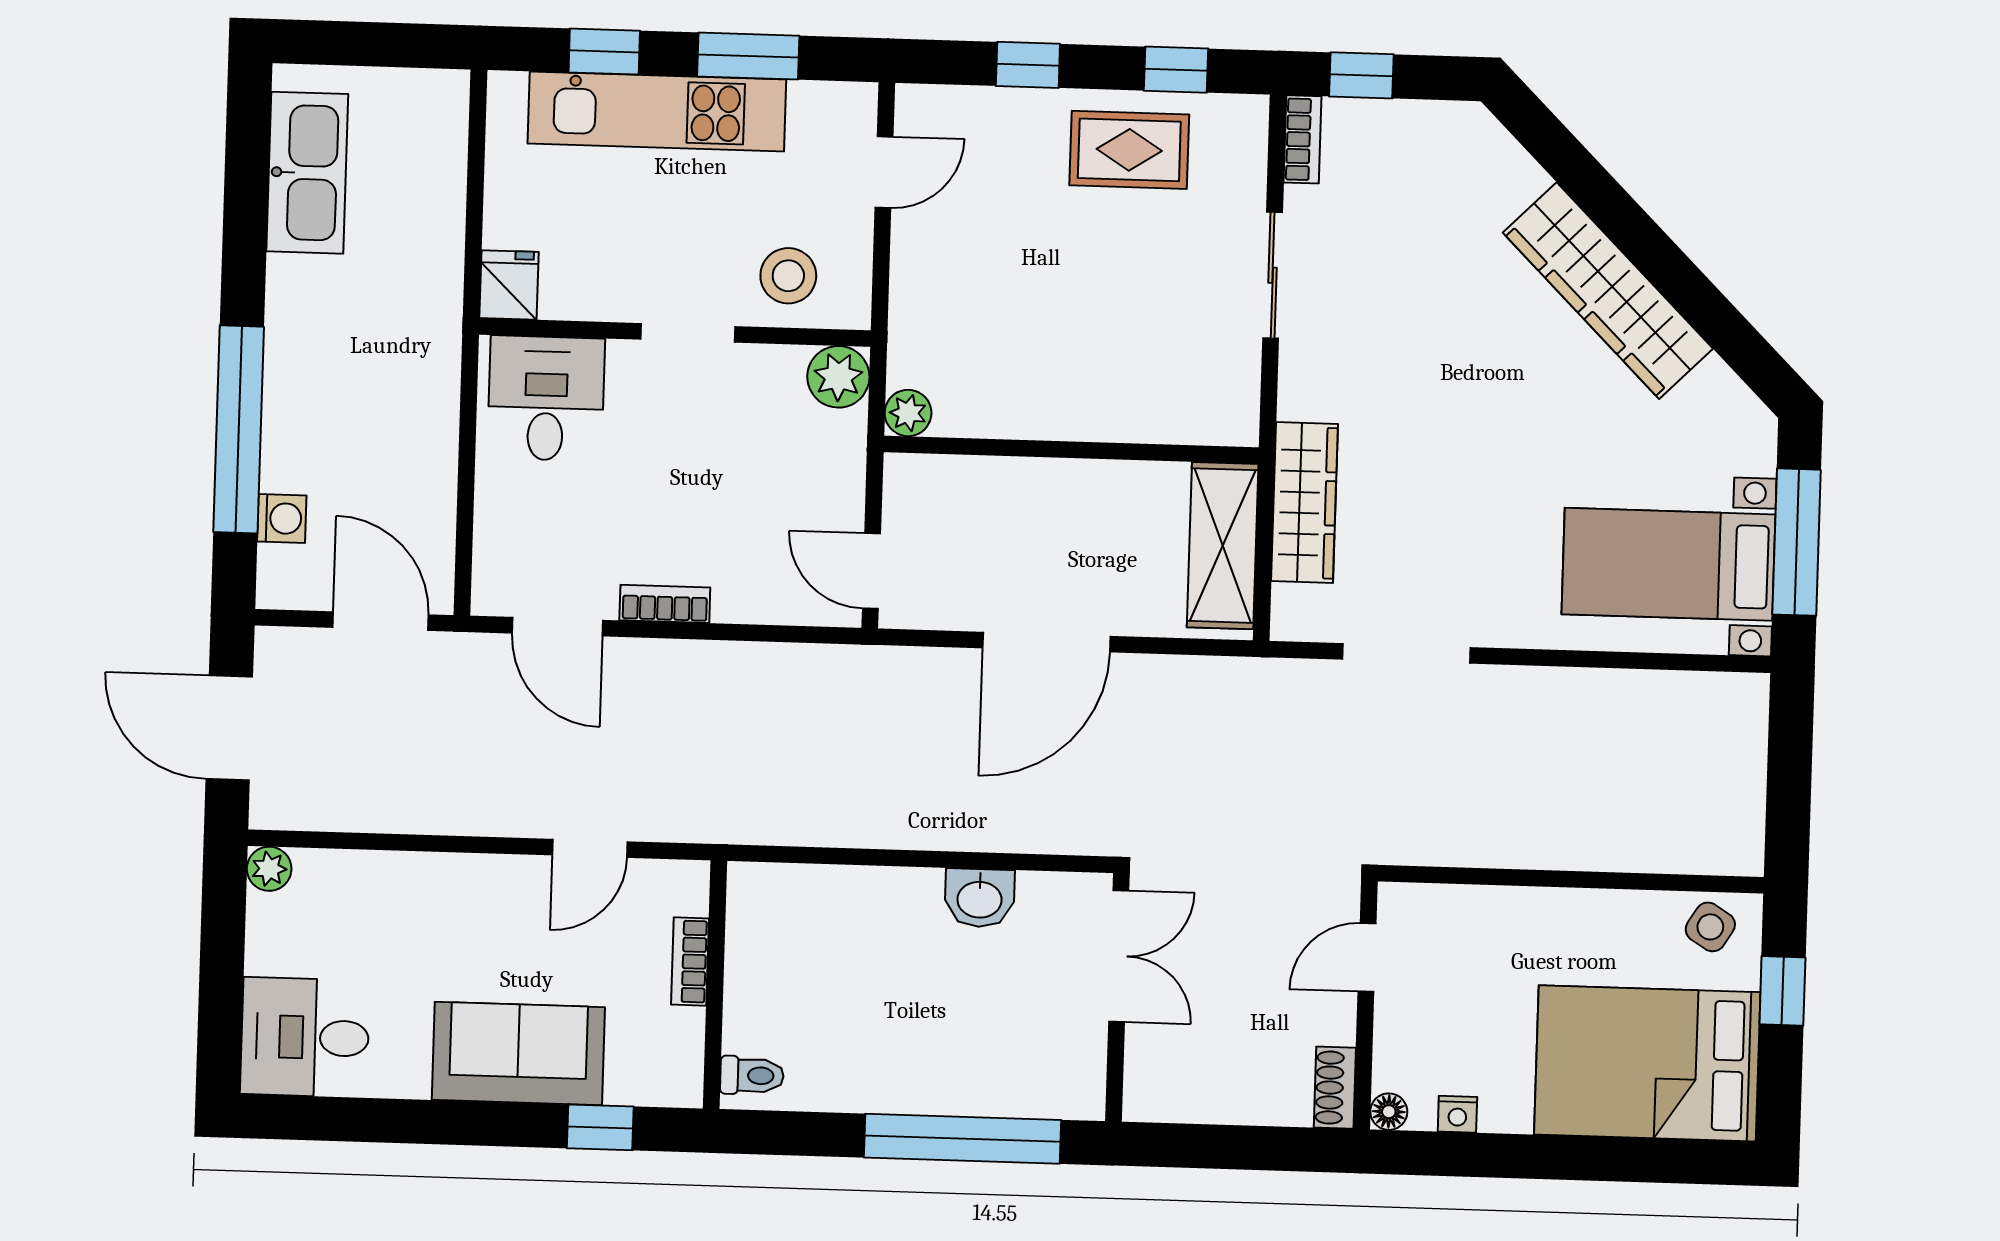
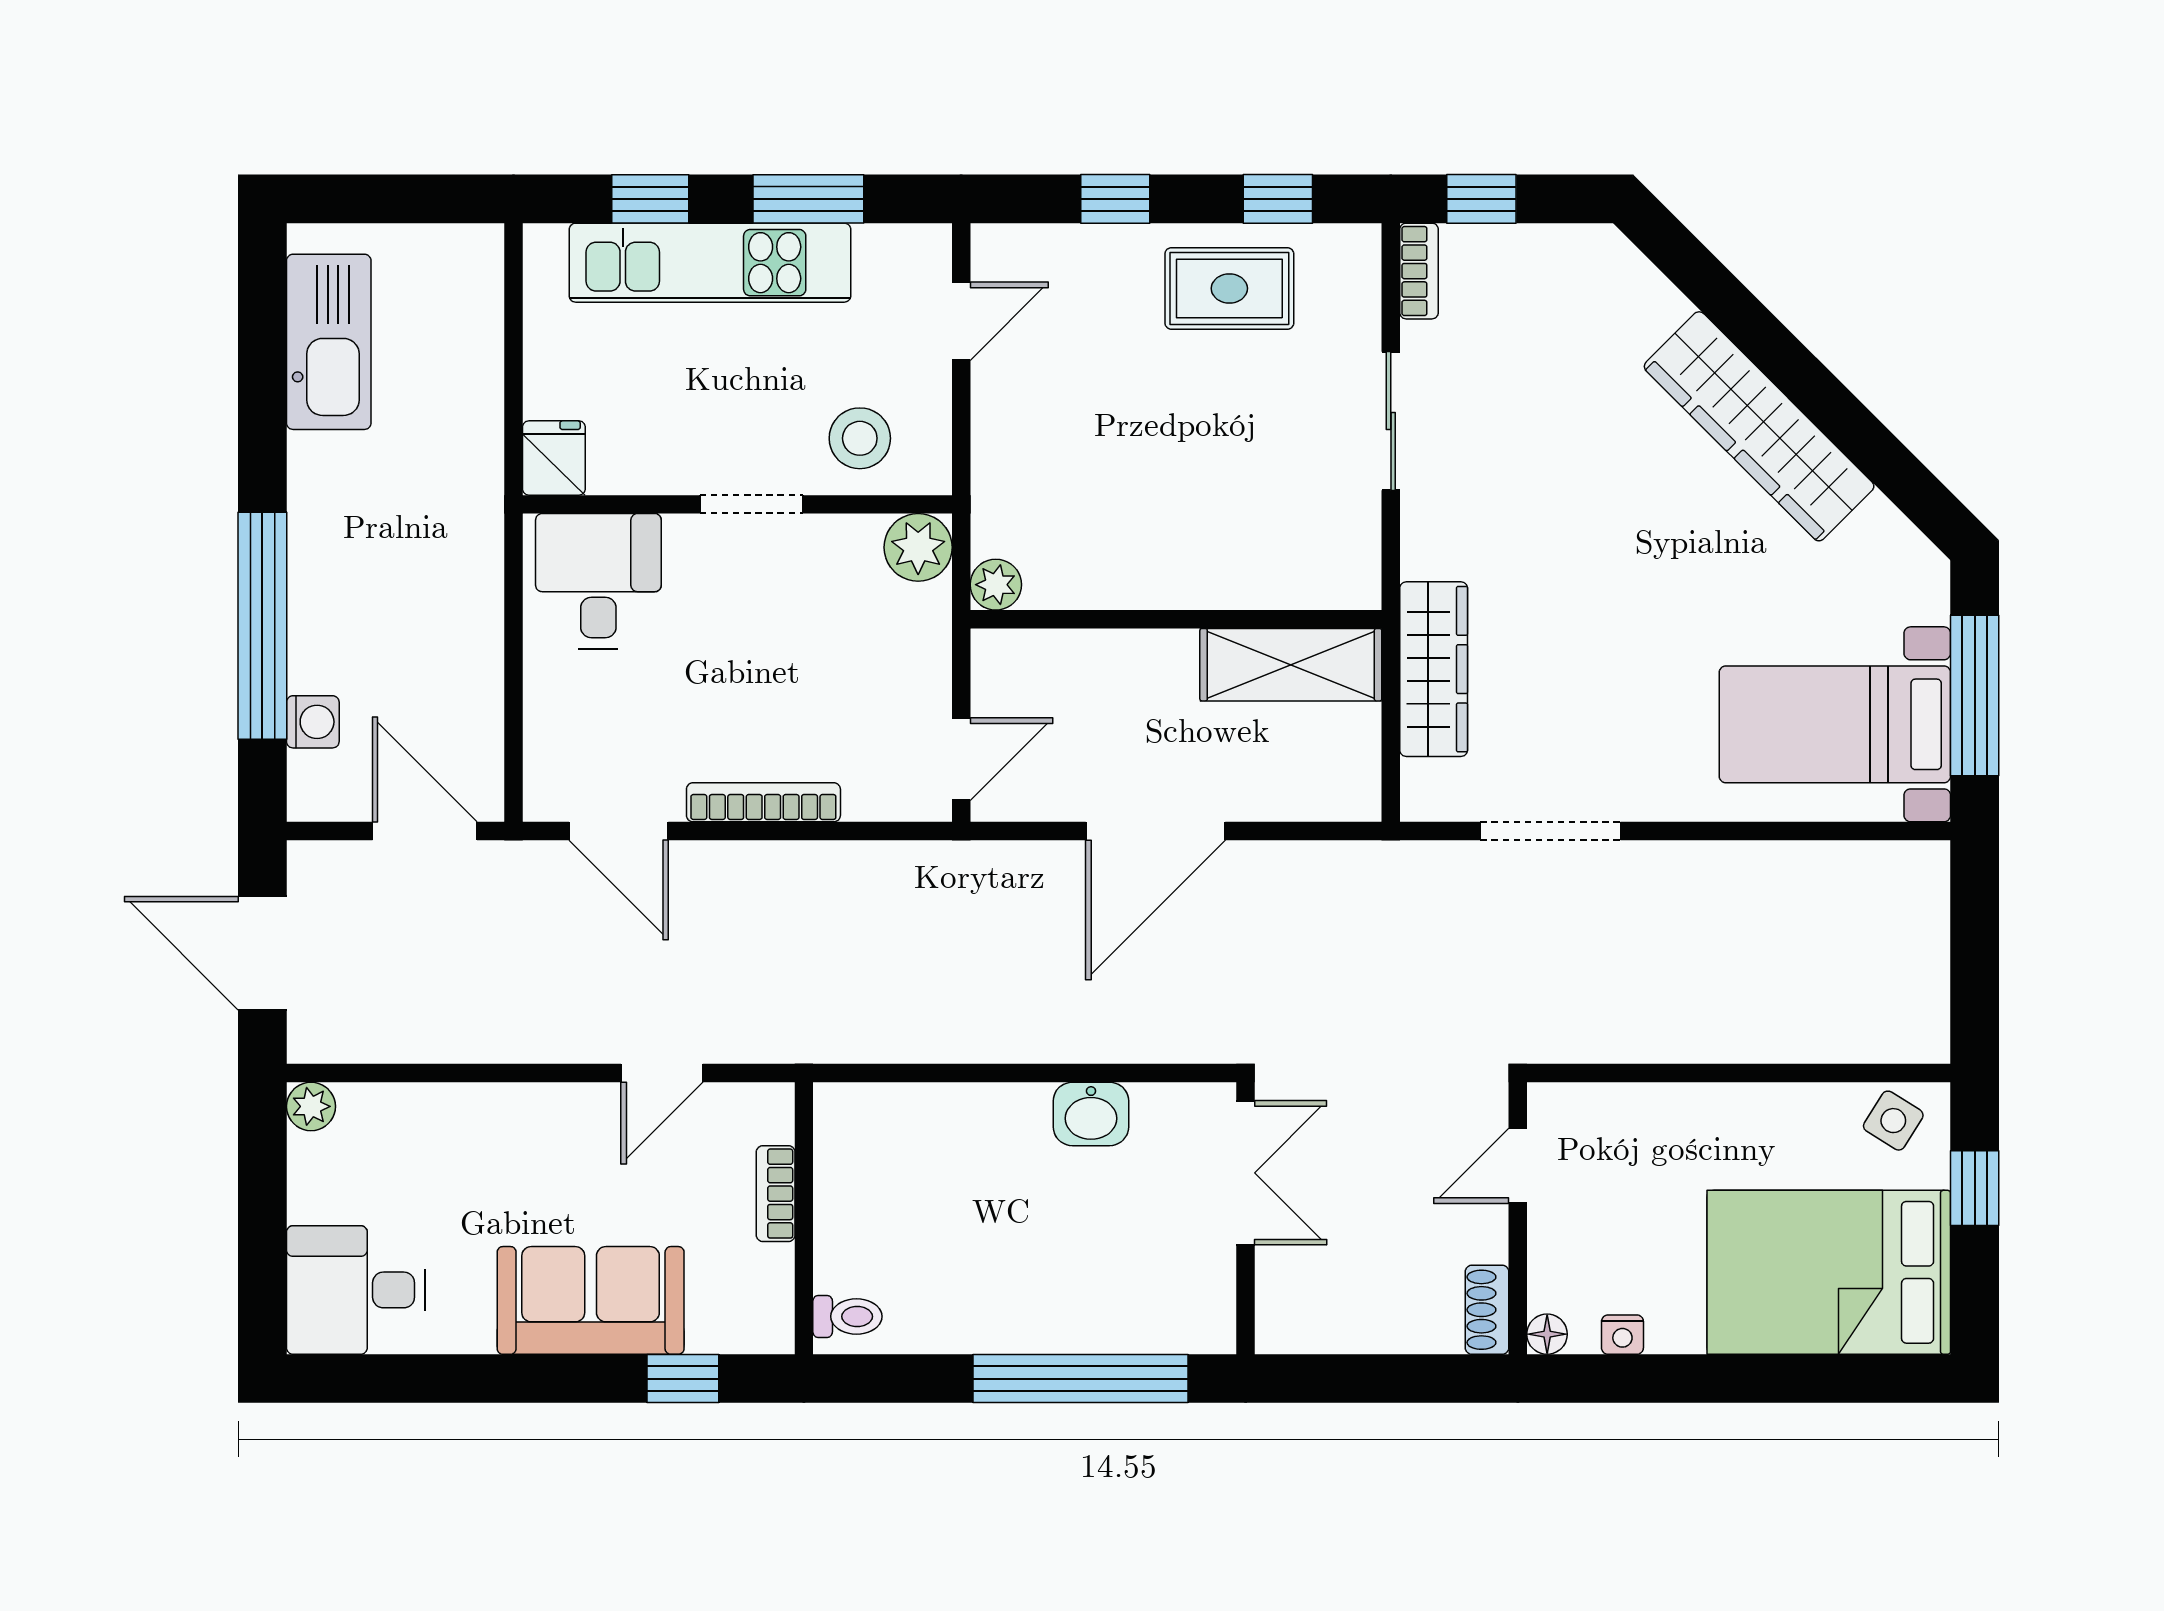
shelving: (1223, 546) -> (1291, 665), moved, turned 90
door: (871, 571) -> (961, 759), swing flipped
bookcase: (665, 604) -> (763, 802), width x1.56

